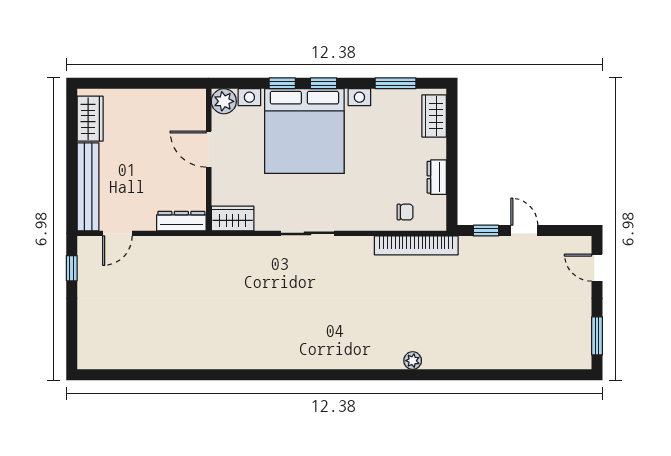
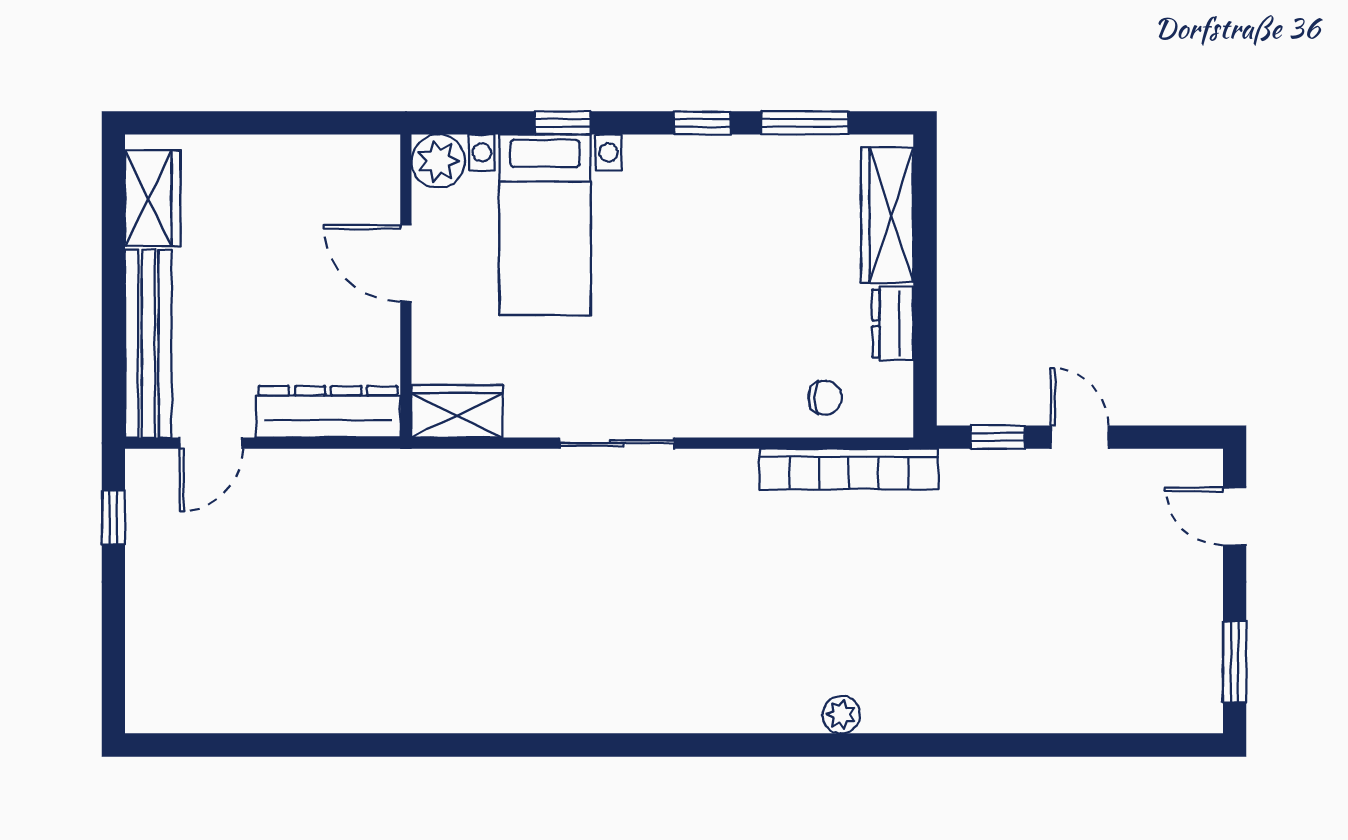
window: (324, 83) -> (702, 123), moved
wardrobe: (434, 116) -> (887, 215), width x1.50
bed with nightstands: (304, 131) -> (545, 225), width x0.54
dresser: (181, 221) -> (328, 412), width x1.37, depth x1.24

